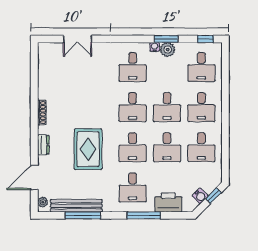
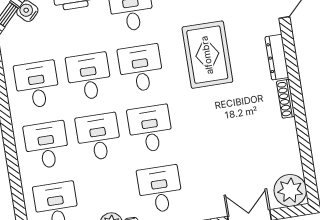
plant: (48, 53) -> (290, 190), added
dresser: (43, 145) -> (277, 57), width x1.44

